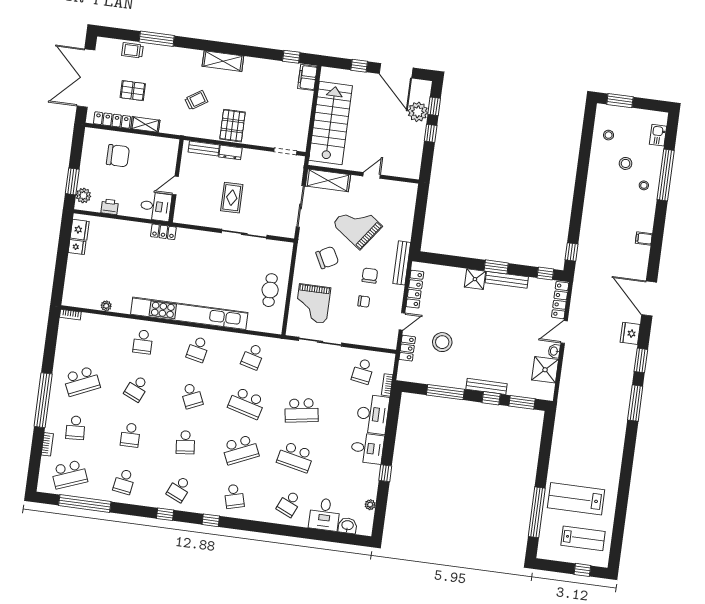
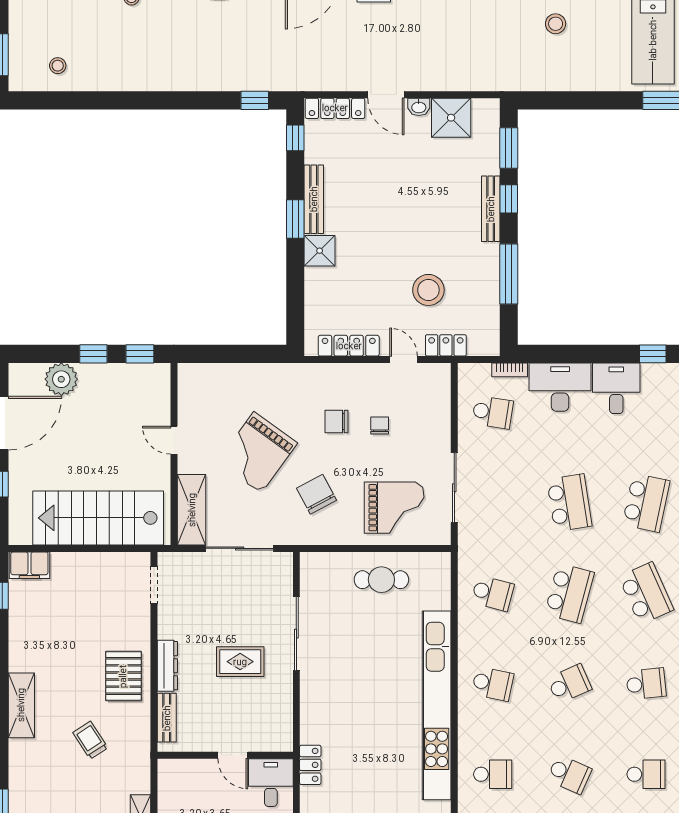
window: (434, 106) -> (140, 354), moved
pallet: (232, 126) -> (123, 676), turned 90
dresser: (230, 152) -> (167, 666), width x1.44
stool: (626, 163) -> (556, 24), moved
bench: (402, 263) -> (309, 373), removed

